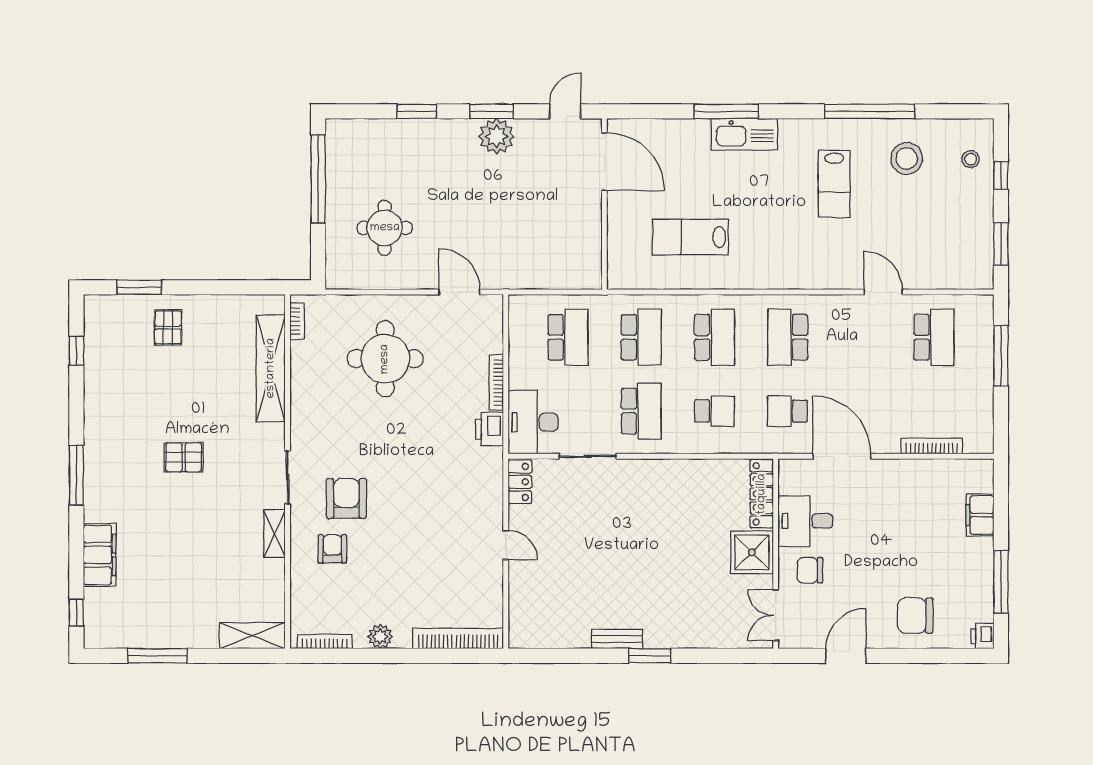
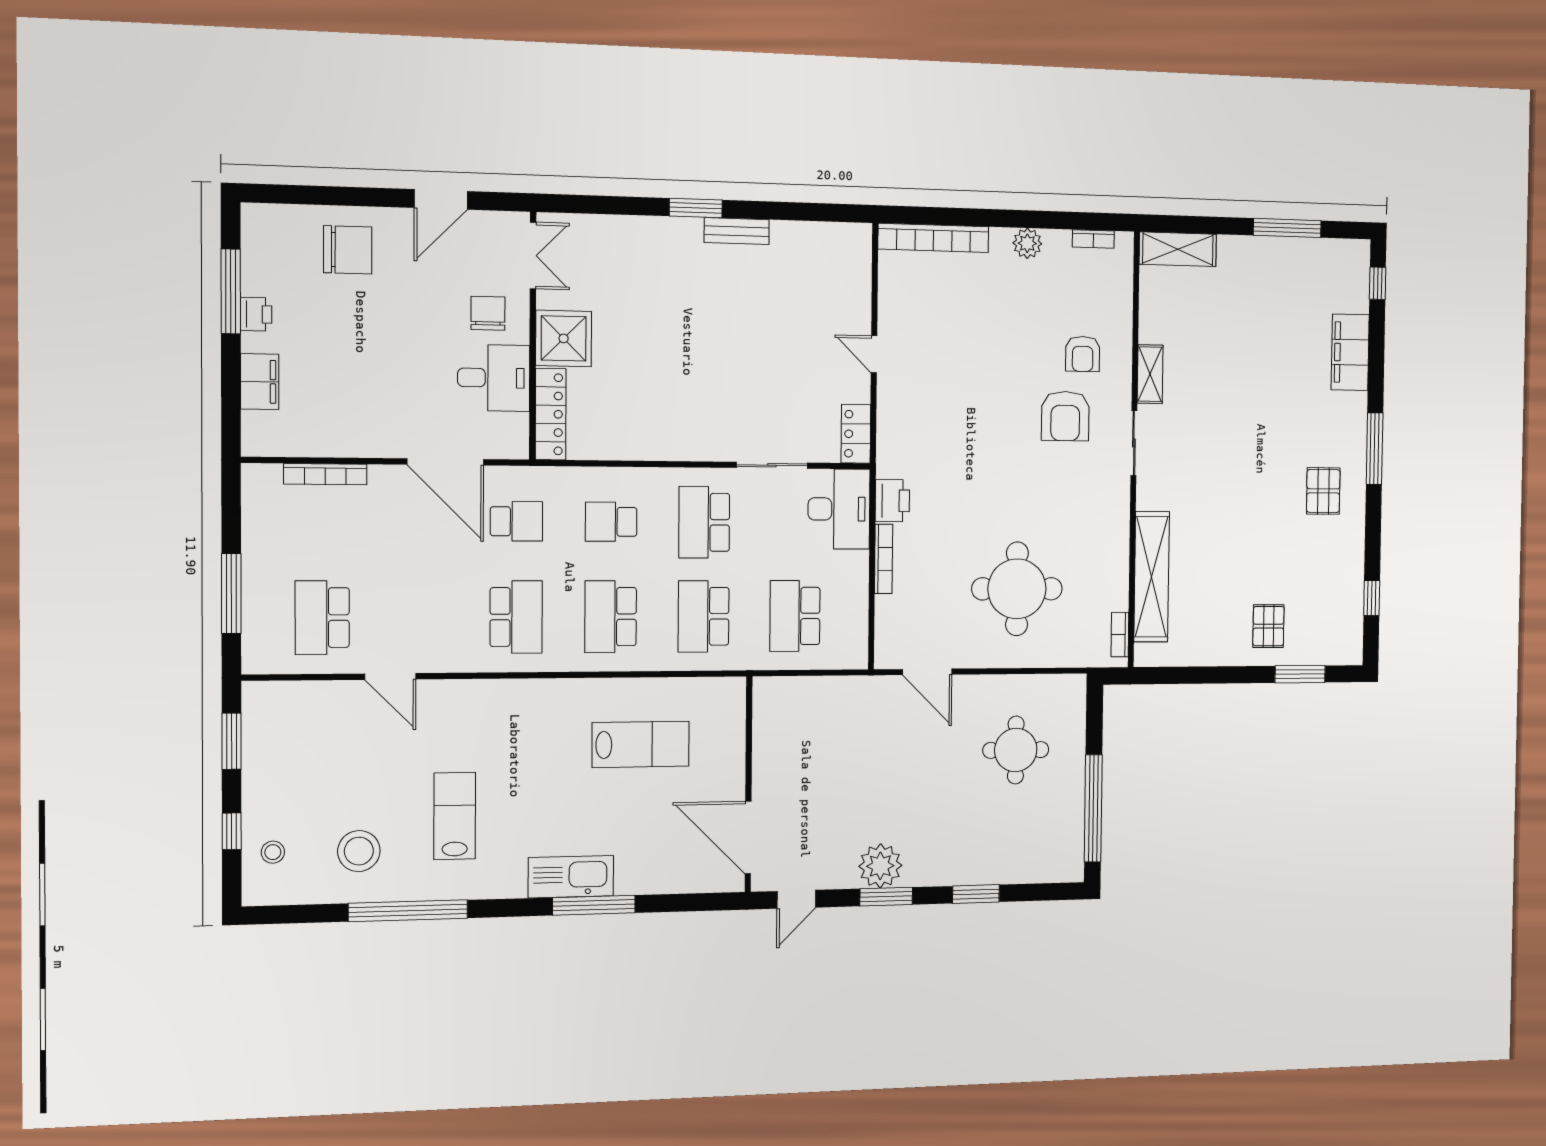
pallet: (184, 457) -> (1323, 491), moved, turned 90
chair: (810, 570) -> (488, 313), turned -90
printer: (982, 636) -> (256, 314), moved
bookcase: (325, 642) -> (1093, 239), width x0.64

